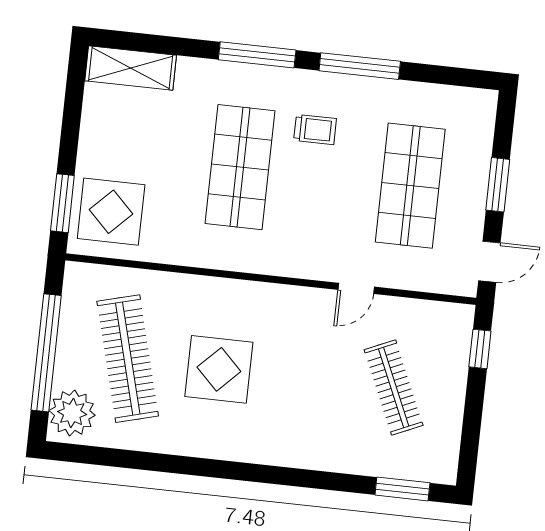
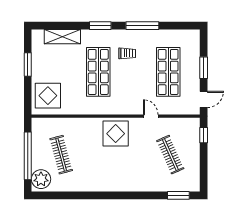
window: (257, 55) -> (100, 26), width x0.69
shelving: (131, 68) -> (62, 37), moved
window: (62, 203) -> (28, 65), moved
door: (356, 288) -> (151, 116), swing flipped
clothes rail: (128, 359) -> (61, 155), width x0.73, depth x0.76
display table: (219, 369) -> (116, 134), moved

